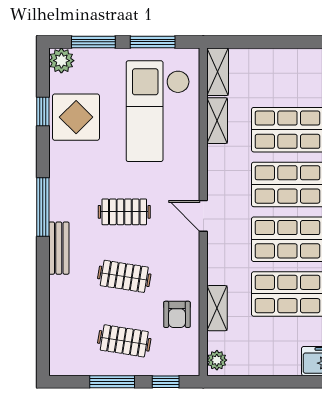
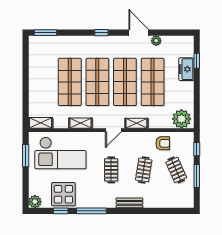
window: (93, 42) -> (26, 185), removed
shelving: (217, 121) -> (81, 123), moved
window: (43, 207) -> (91, 211), moved
shelving: (217, 308) -> (136, 123), moved
clothes rail: (124, 341) -> (176, 170), turned -33
plant: (217, 360) -> (181, 119), width x1.87, depth x1.87

